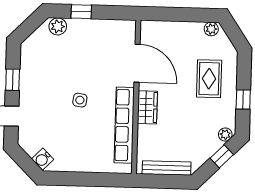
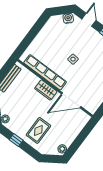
rug: (209, 79) -> (38, 130), turned 90
water cooler: (43, 159) -> (68, 18), moved

